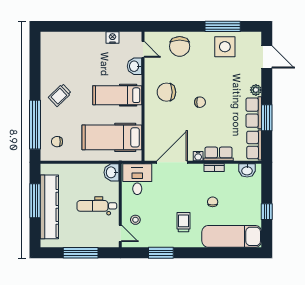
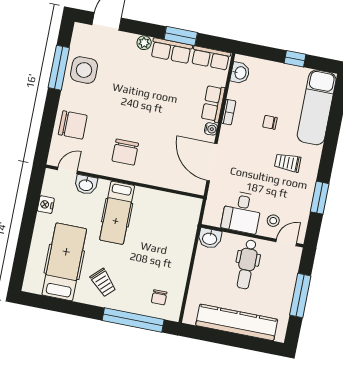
chair: (200, 102) -> (146, 114), removed
hospital bed: (112, 137) -> (64, 262), moved, turned 180
desk: (137, 179) -> (242, 212), moved, turned -90
window: (35, 201) -> (226, 338), removed

